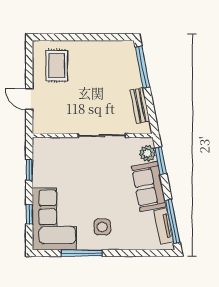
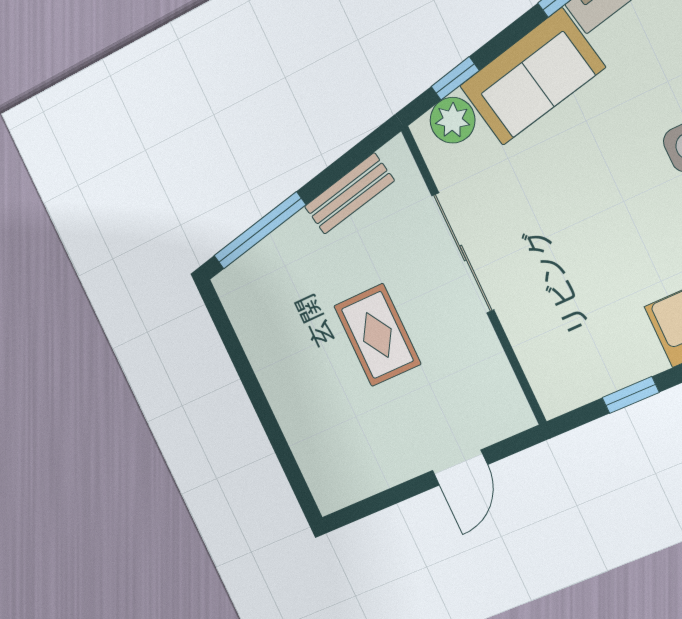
rug: (57, 66) -> (377, 335), moved, turned 90
window: (161, 161) -> (455, 78), width x0.67

